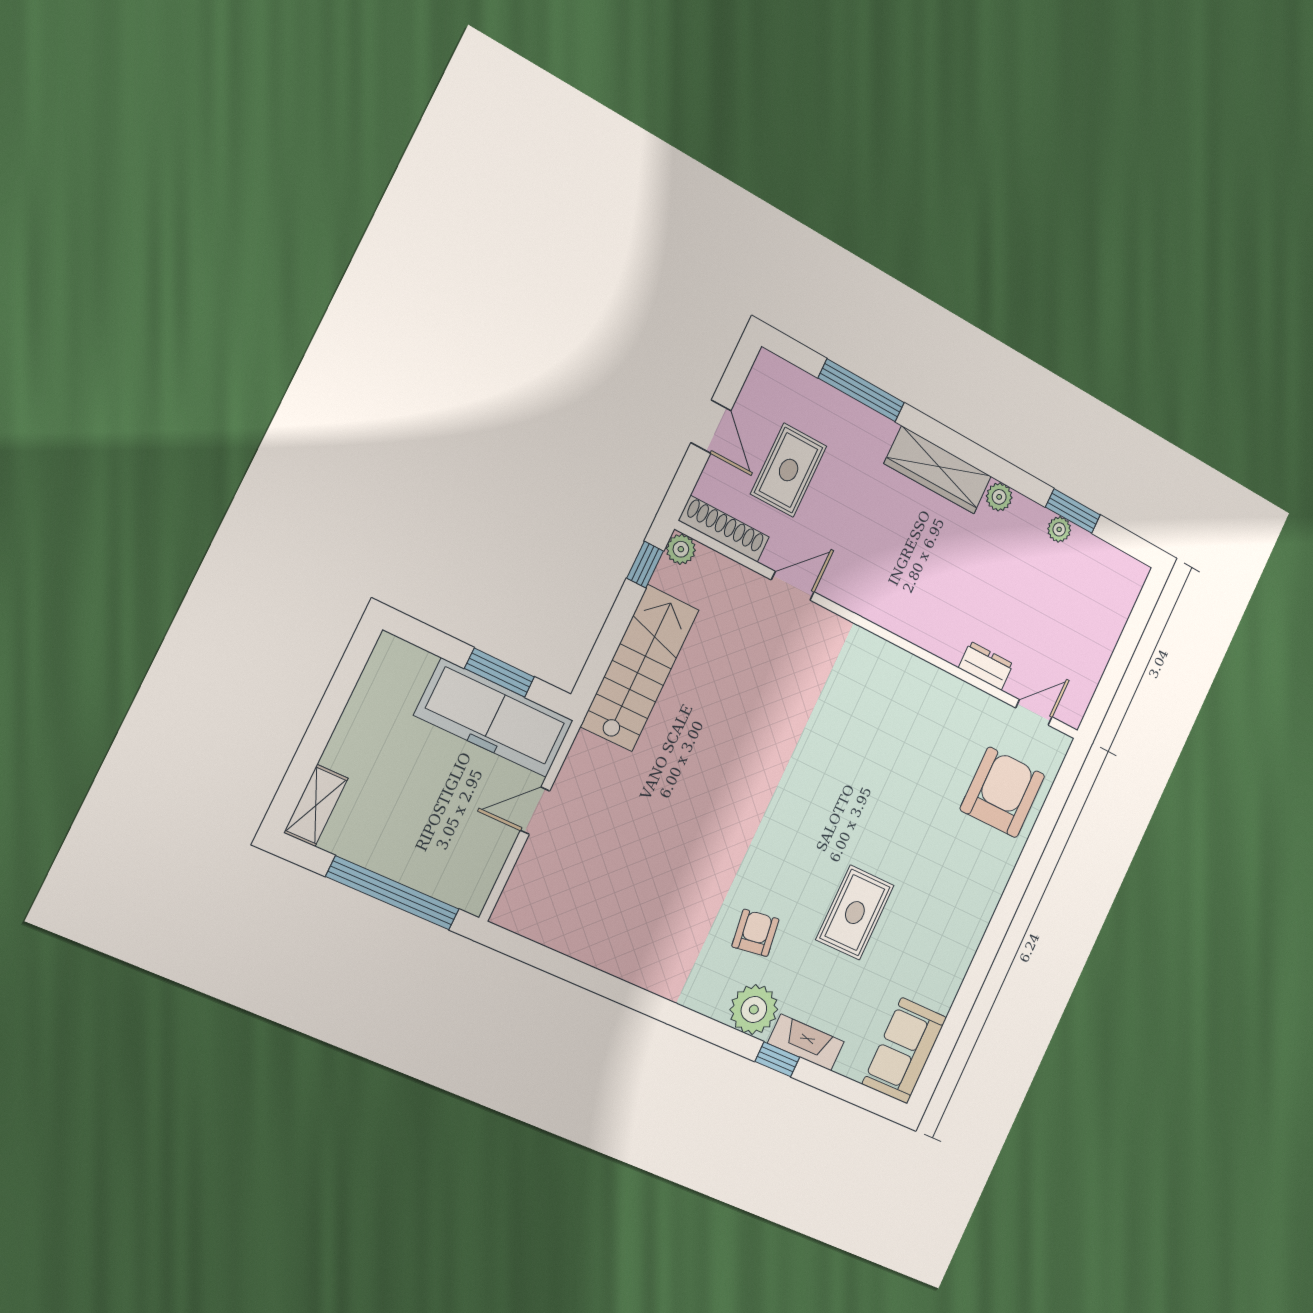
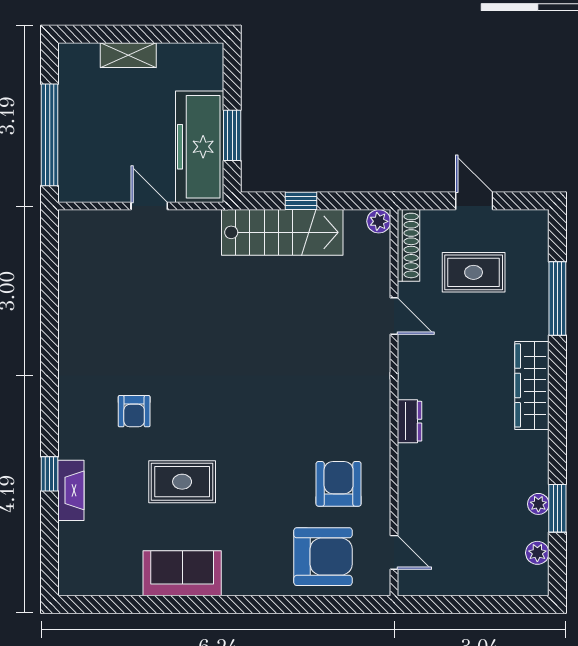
door: (711, 427) -> (474, 201), swing flipped
plant: (999, 497) -> (537, 553), moved
window: (645, 565) -> (301, 201), moved
dresser: (986, 666) -> (410, 421), moved
armchair: (938, 738) -> (339, 484), added
shelving: (316, 805) -> (128, 55), moved
armchair: (755, 933) -> (134, 411), turned 98
plant: (754, 1009) -> (78, 438), removed
sofa: (904, 1051) -> (182, 573), moved

